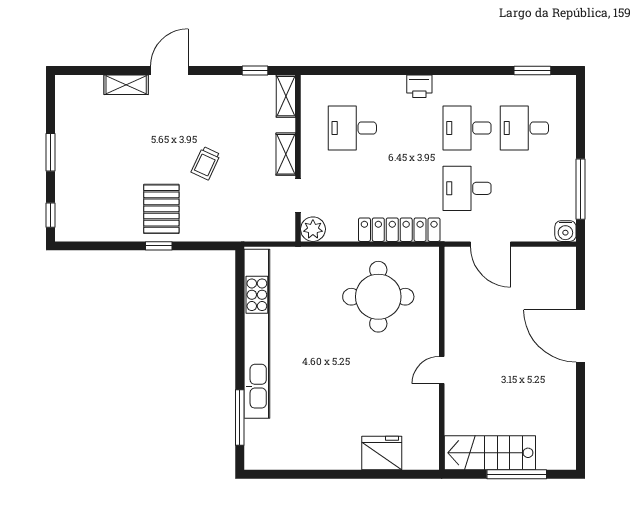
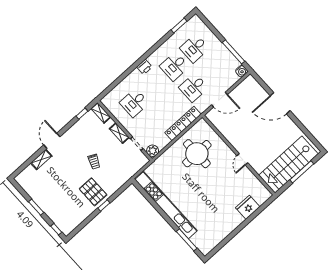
stairs: (490, 453) -> (288, 165), width x1.36, depth x1.51

